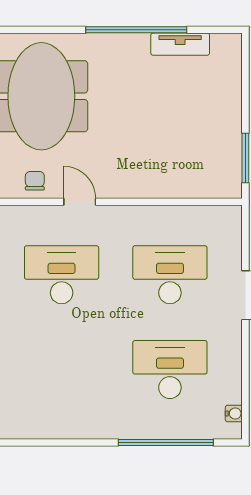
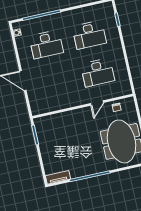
tv unit: (180, 44) -> (58, 177), moved
door: (80, 202) -> (97, 103), hinge flipped
desk: (170, 275) -> (89, 35), moved

